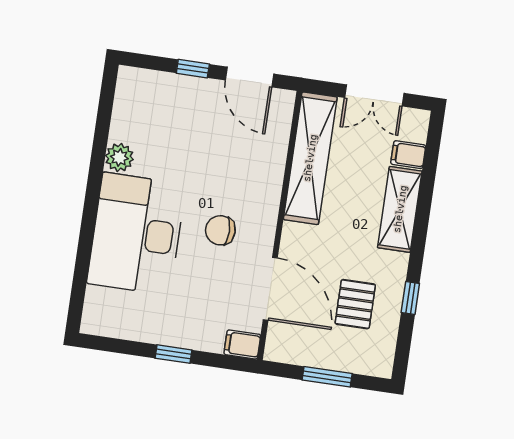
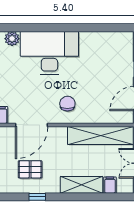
plant: (119, 157) -> (12, 39), moved
chair: (220, 230) -> (67, 104), moved

